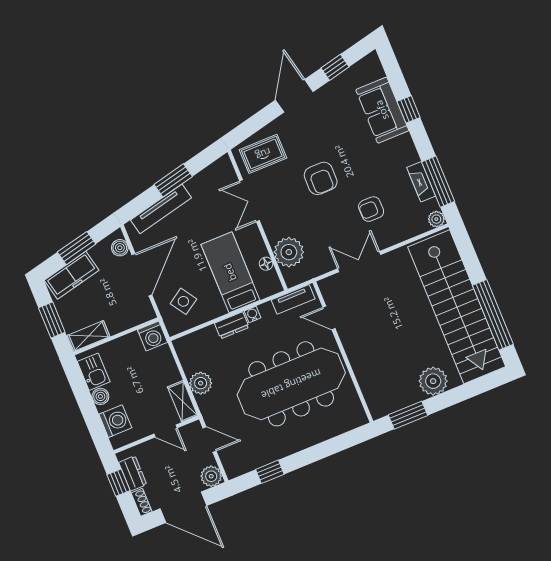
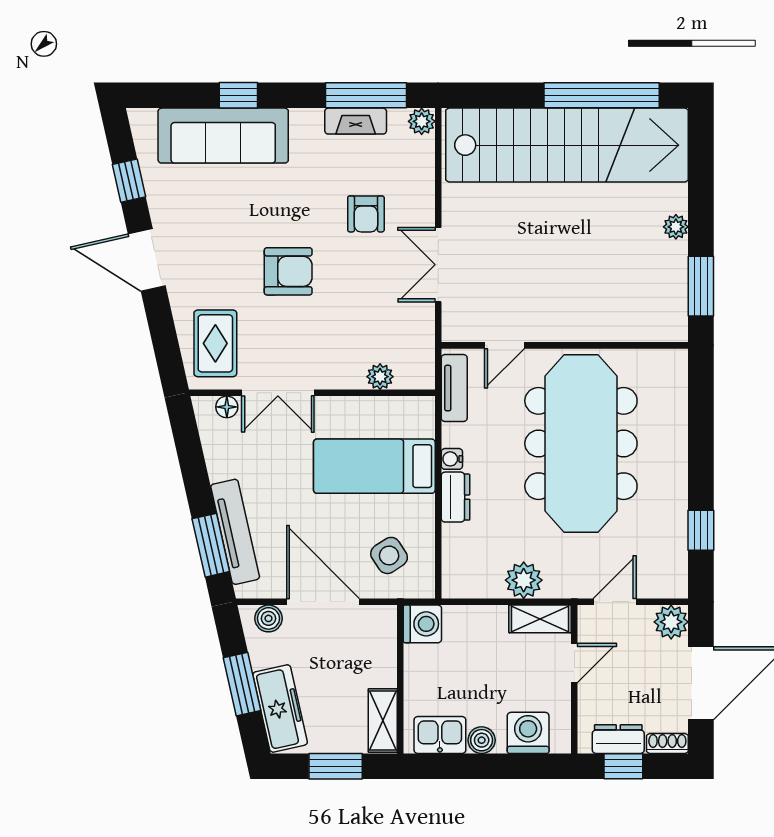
sofa: (382, 110) -> (223, 136), width x1.36
window: (173, 180) -> (211, 545), moved
plant: (289, 252) -> (380, 377), width x0.53, depth x0.53
floor lamp: (266, 264) -> (227, 407), moved
plant: (433, 381) -> (676, 227), width x0.53, depth x0.53

